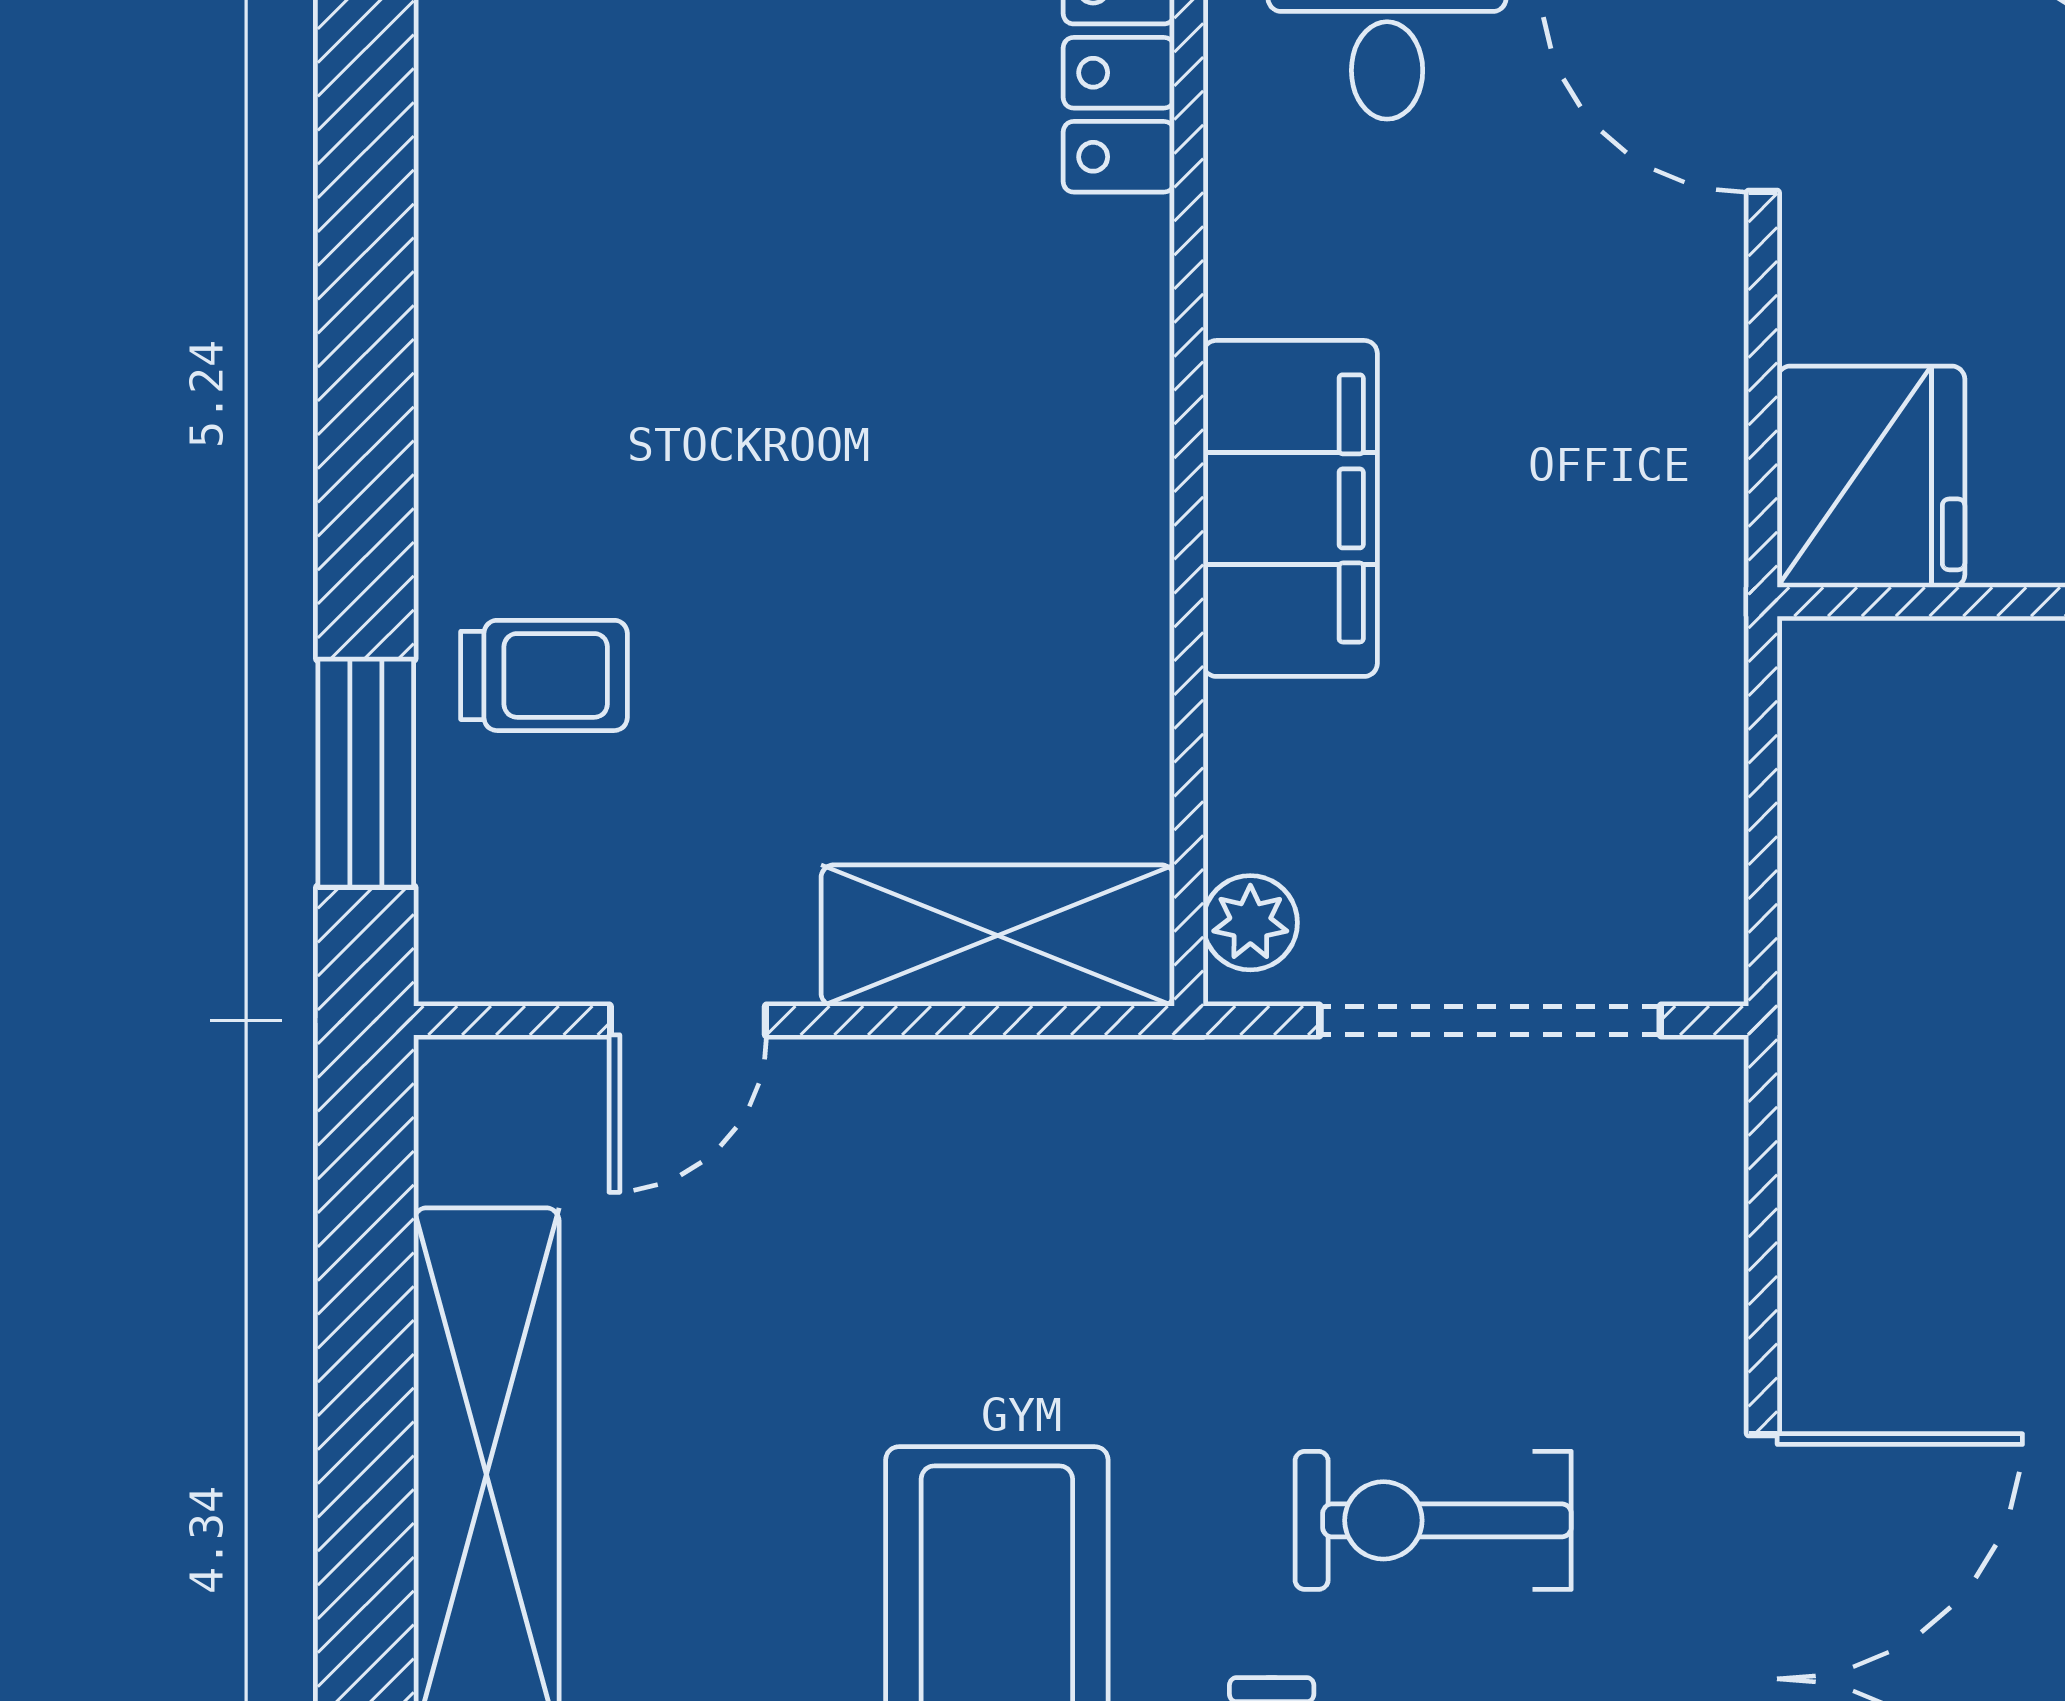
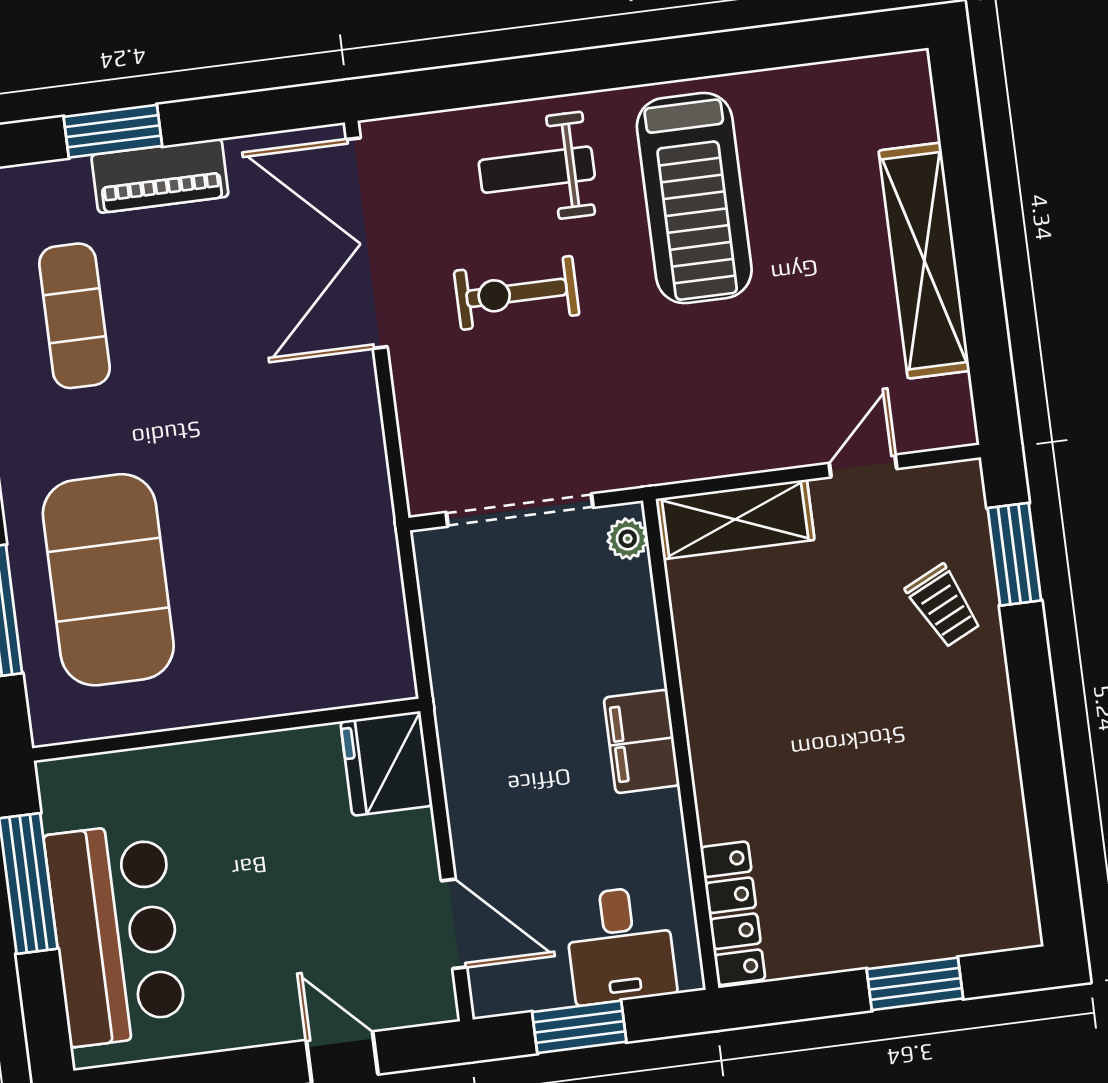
filing cabinet: (1290, 508) -> (642, 741), width x0.67, depth x0.86
trolley: (544, 675) -> (943, 606), turned -116
exercise bike: (1433, 1520) -> (517, 293), turned 180

